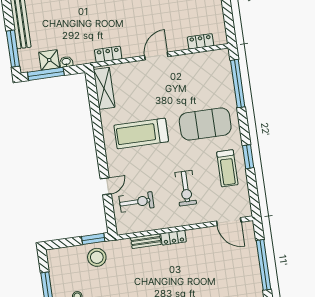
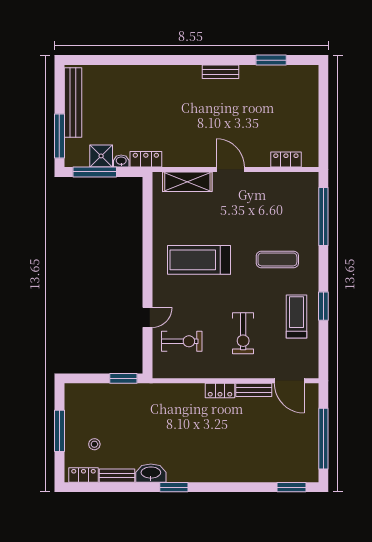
locker: (108, 54) -> (146, 159), moved
door: (156, 56) -> (230, 170), hinge flipped
shelving: (104, 88) -> (187, 182), moved, turned 90
exercise mat: (205, 124) -> (277, 259), width x0.50, depth x0.69
treadmill: (227, 168) -> (296, 316), turned 180
bench: (146, 241) -> (254, 390), moved
stool: (97, 257) -> (125, 401), removed

